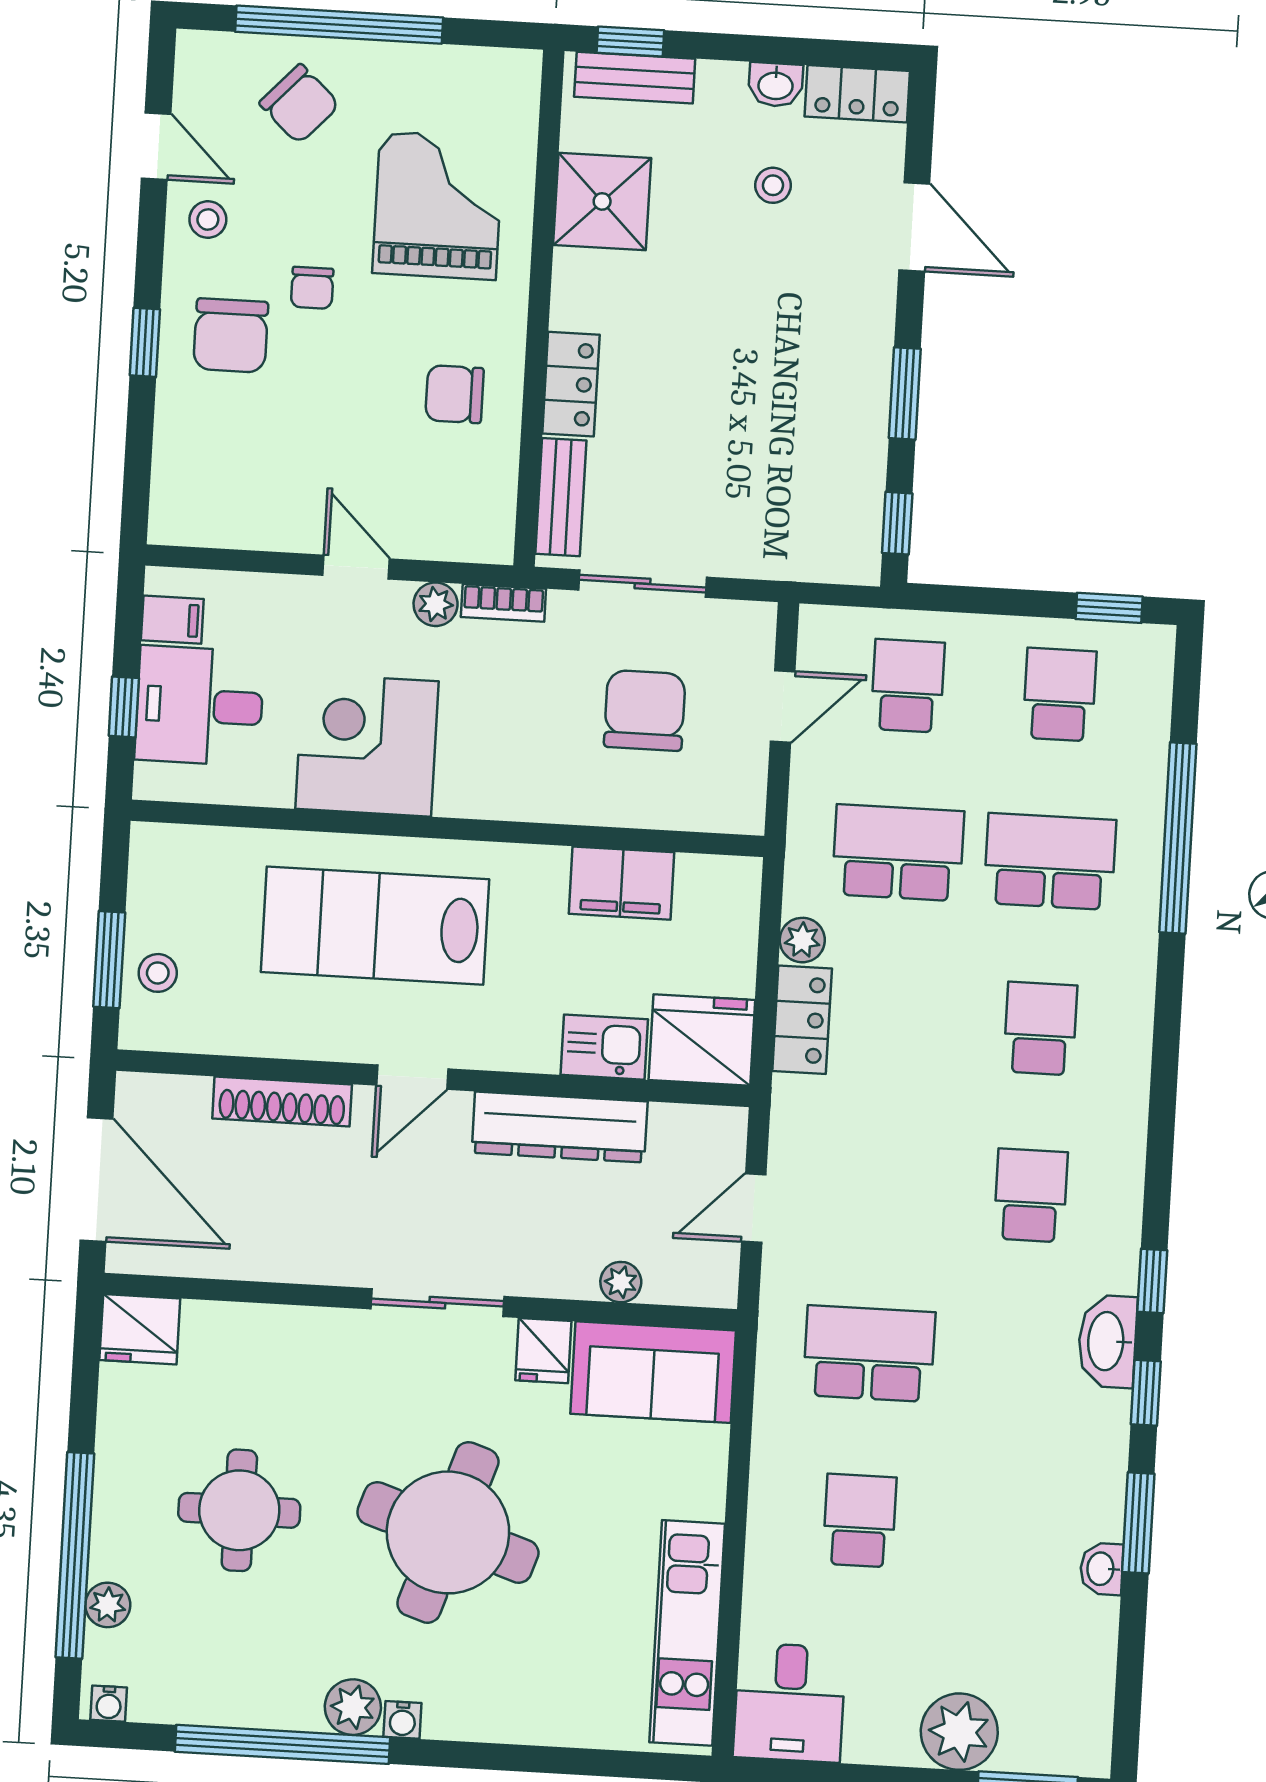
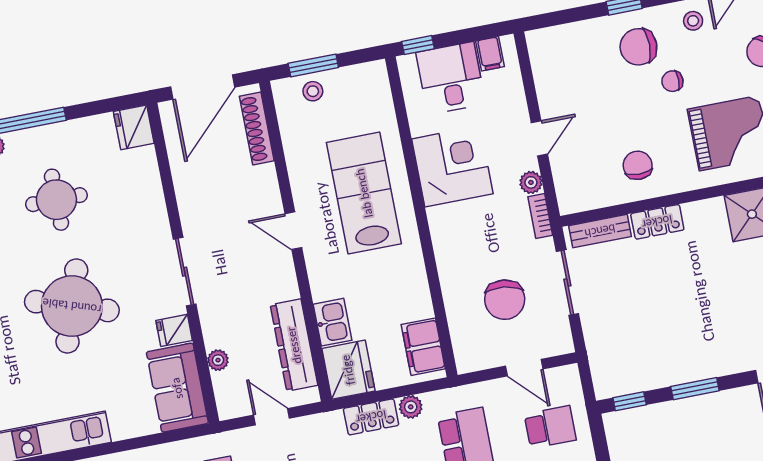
window: (124, 707) -> (418, 45), moved
chair: (645, 710) -> (505, 300), turned 97
filing cabinet: (622, 883) -> (423, 347), moved
shoe rack: (282, 1101) -> (257, 128), moved
dresser: (560, 1127) -> (294, 345), moved

